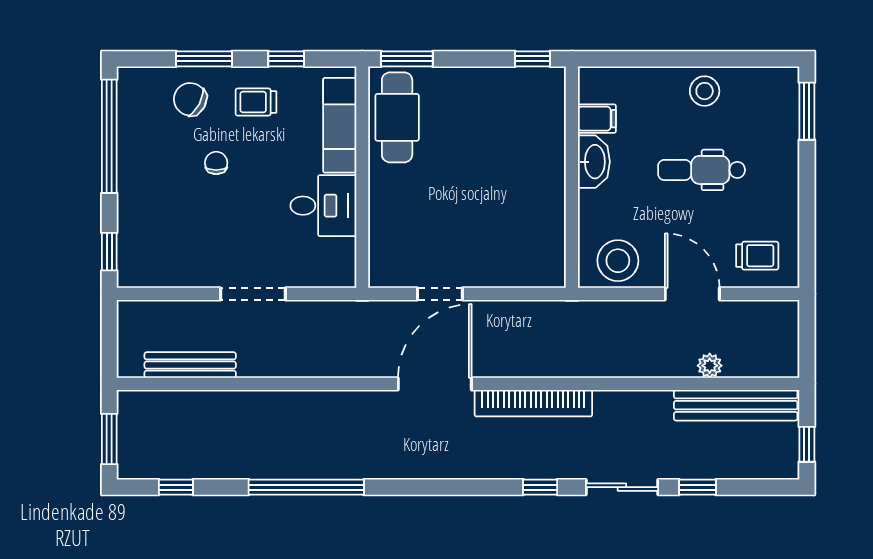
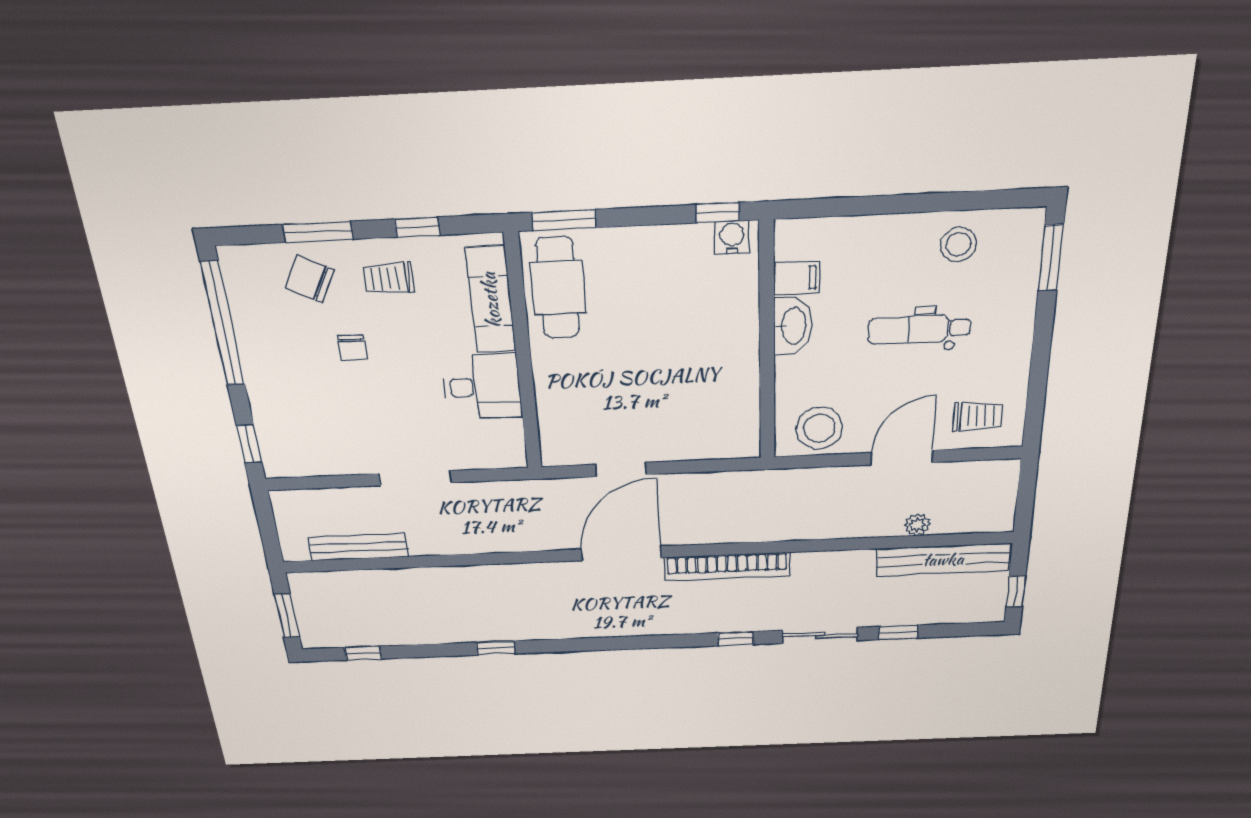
water cooler: (544, 80) -> (732, 237), added
stool: (705, 91) -> (959, 244), moved
chair: (216, 163) -> (352, 347), turned 180
door: (692, 294) -> (902, 458), hinge flipped
window: (306, 487) -> (496, 648), width x0.32

